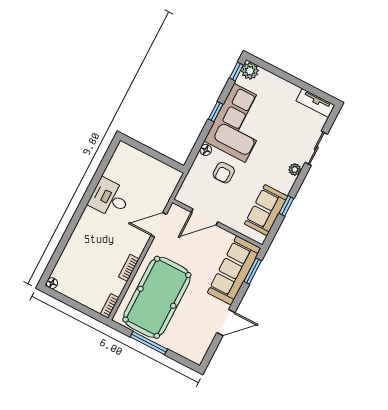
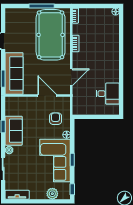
plant: (250, 71) -> (52, 194), moved
armchair: (224, 173) -> (56, 119), moved
desk: (110, 198) -> (108, 94), moved
sofa: (266, 210) -> (14, 131), moved
door: (205, 217) -> (47, 96), hinge flipped

